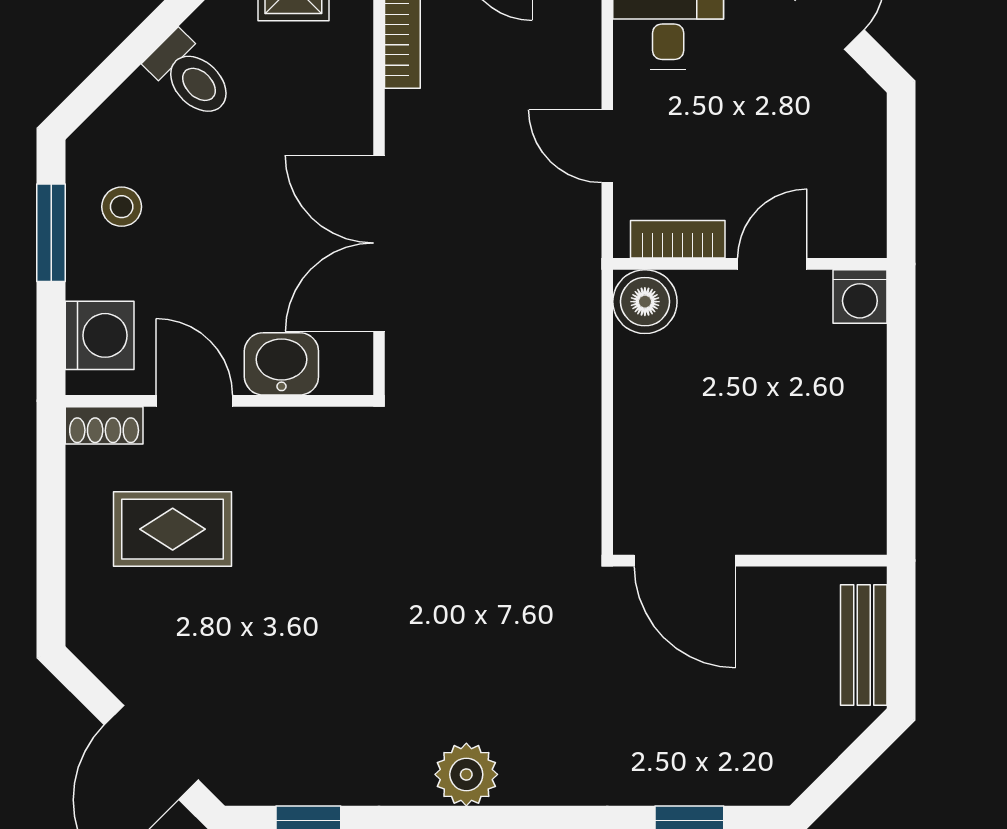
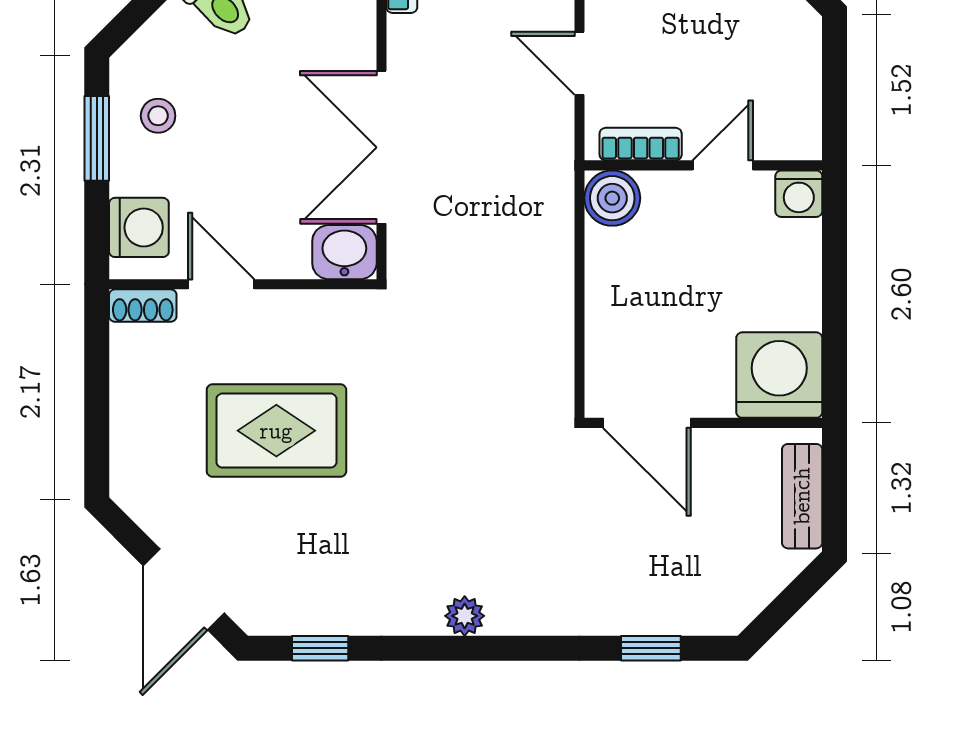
washbasin: (281, 364) -> (344, 252), moved
washing machine: (837, 505) -> (779, 375), added
rug: (173, 529) -> (276, 431), moved, width x1.36, depth x1.43
plant: (466, 774) -> (465, 616), width x0.73, depth x0.73

